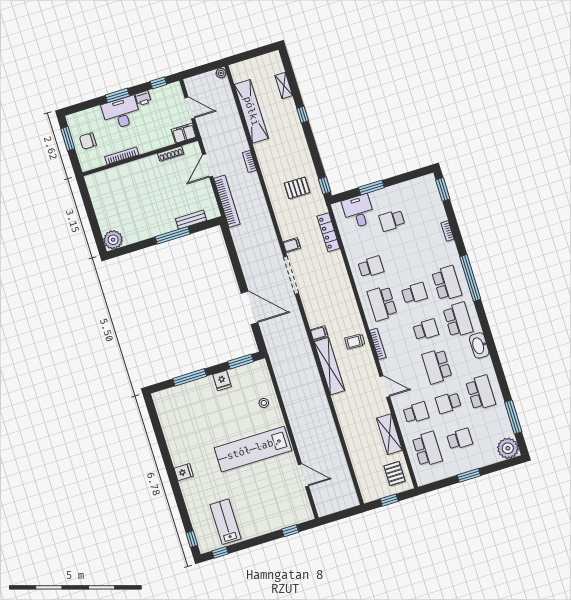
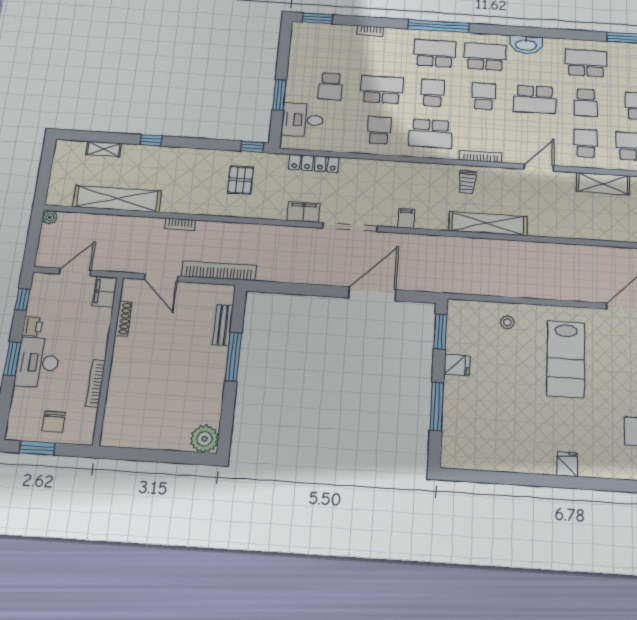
filing cabinet: (292, 245) -> (303, 212), width x2.00
school desk: (403, 257) -> (382, 90), added
filing cabinet: (319, 333) -> (406, 218), moved
lab bench: (253, 449) -> (566, 359), width x0.73

